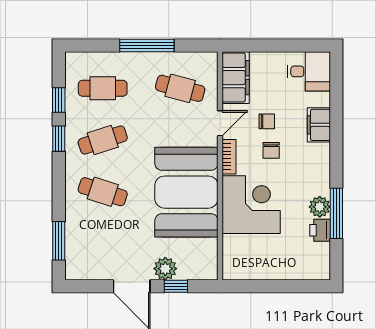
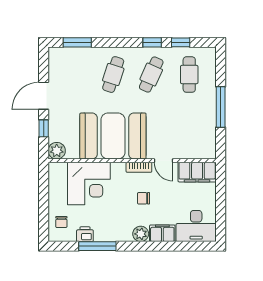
desk: (309, 71) -> (196, 226), width x1.37
cafe table: (180, 88) -> (189, 131), removed
chair: (267, 121) -> (61, 222), moved
cafe table: (103, 140) -> (151, 75), turned 42
corner desk: (251, 205) -> (89, 184), moved
plant: (320, 207) -> (141, 234), moved
plant: (165, 269) -> (57, 151), moved

